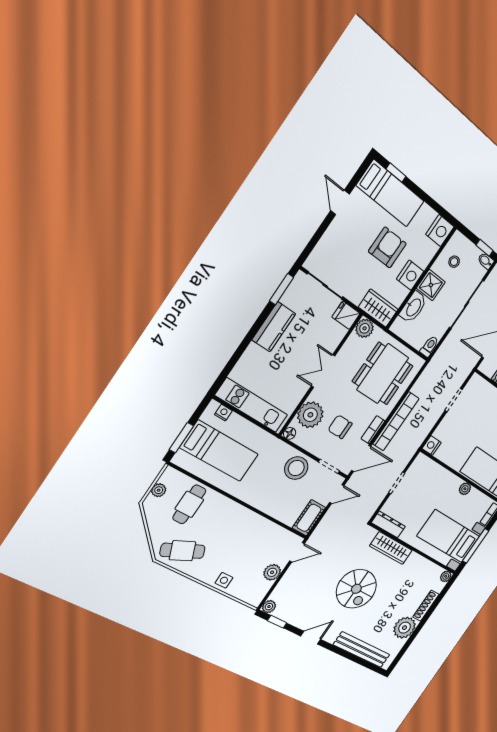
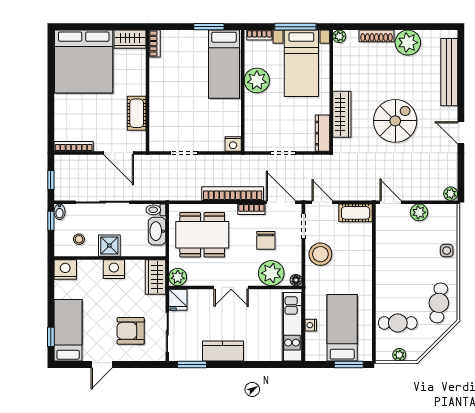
armchair: (387, 247) -> (131, 331), moved
washbasin: (413, 307) -> (157, 231), moved, turned -90
nightstand: (223, 413) -> (311, 325), moved
plant: (465, 489) -> (257, 80), width x1.87, depth x1.87
cafe table: (183, 551) -> (439, 303), turned 31
window: (277, 622) -> (461, 176), removed

